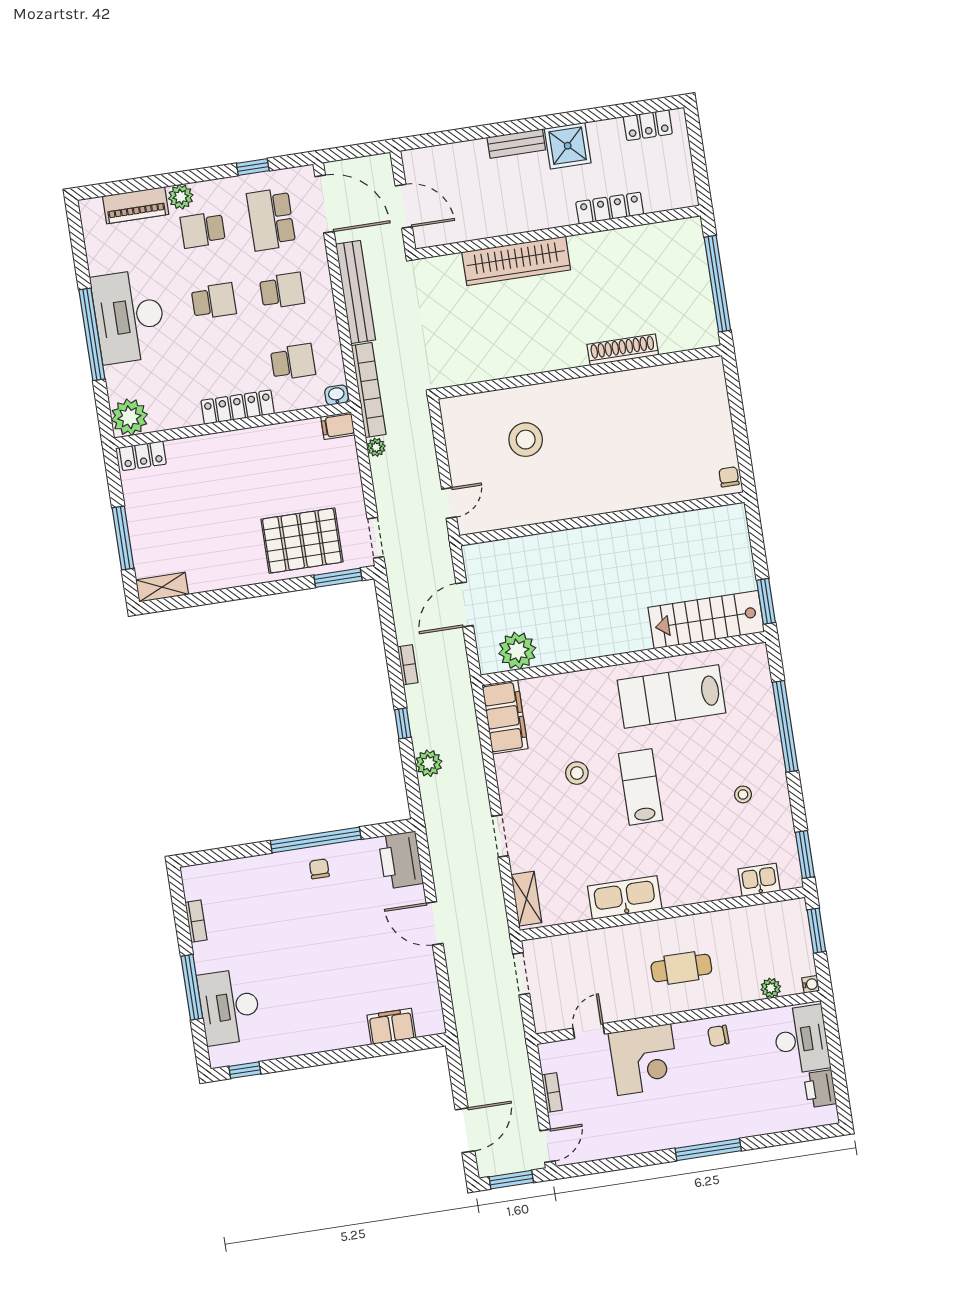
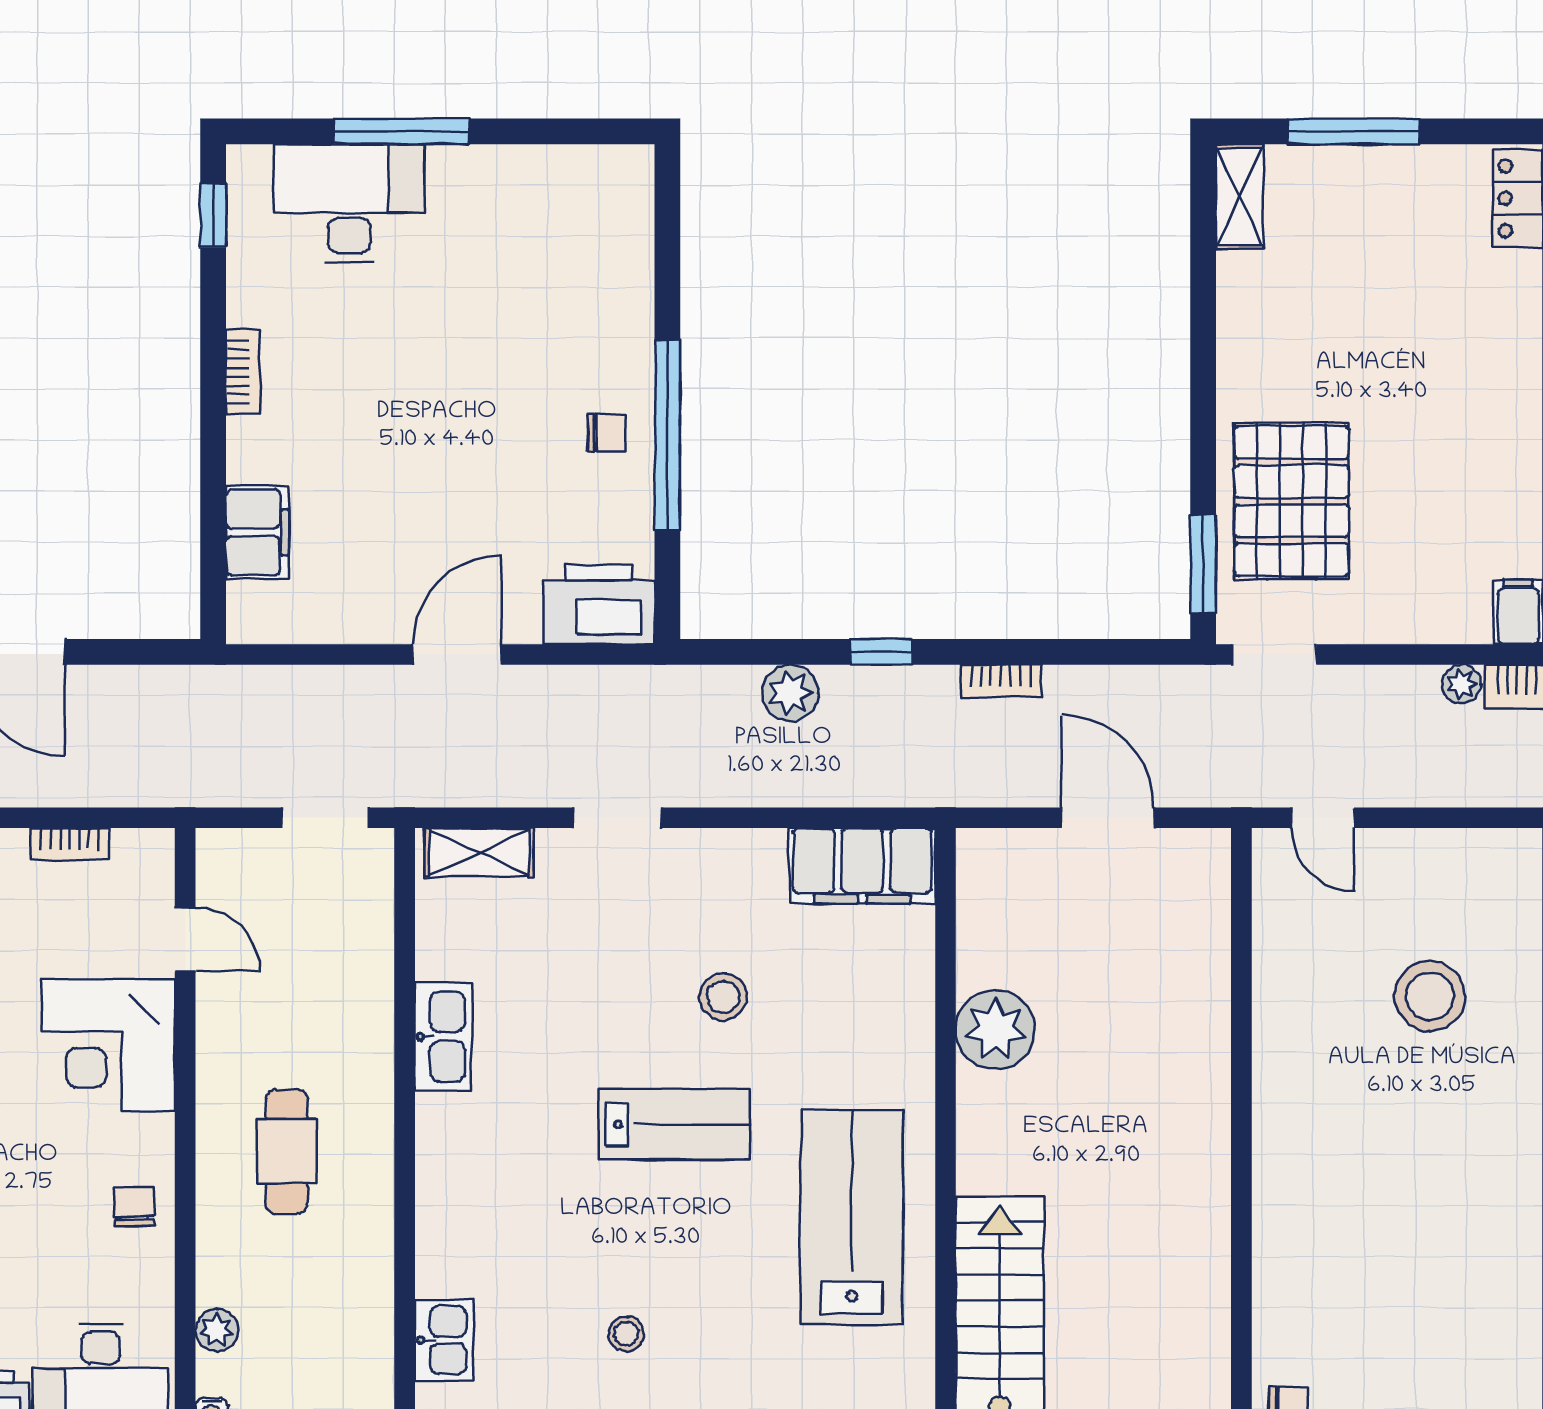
plant: (517, 651) -> (995, 1030), moved
kitchen sink: (625, 898) -> (443, 1037), width x0.73, depth x0.81
bookcase: (196, 921) -> (243, 372), moved, turned -90

